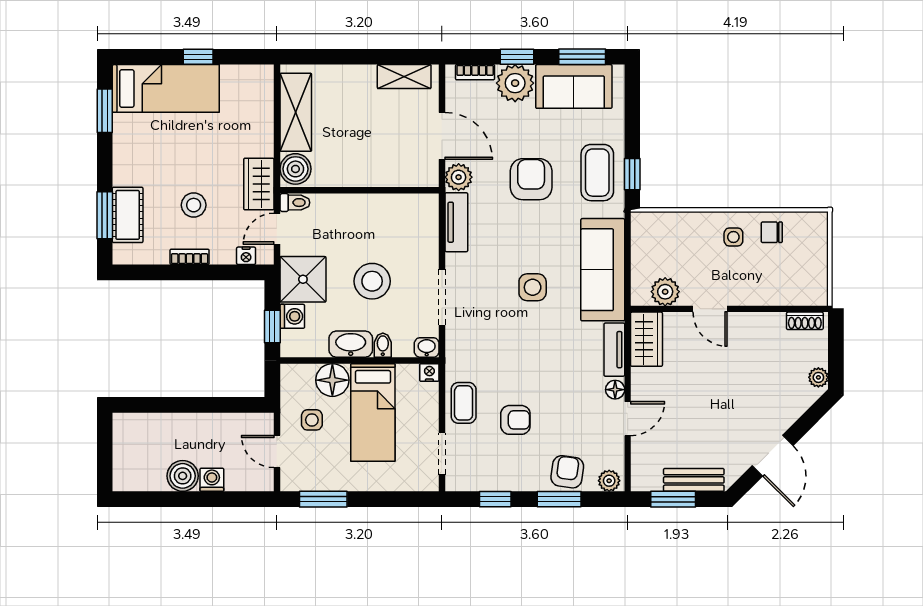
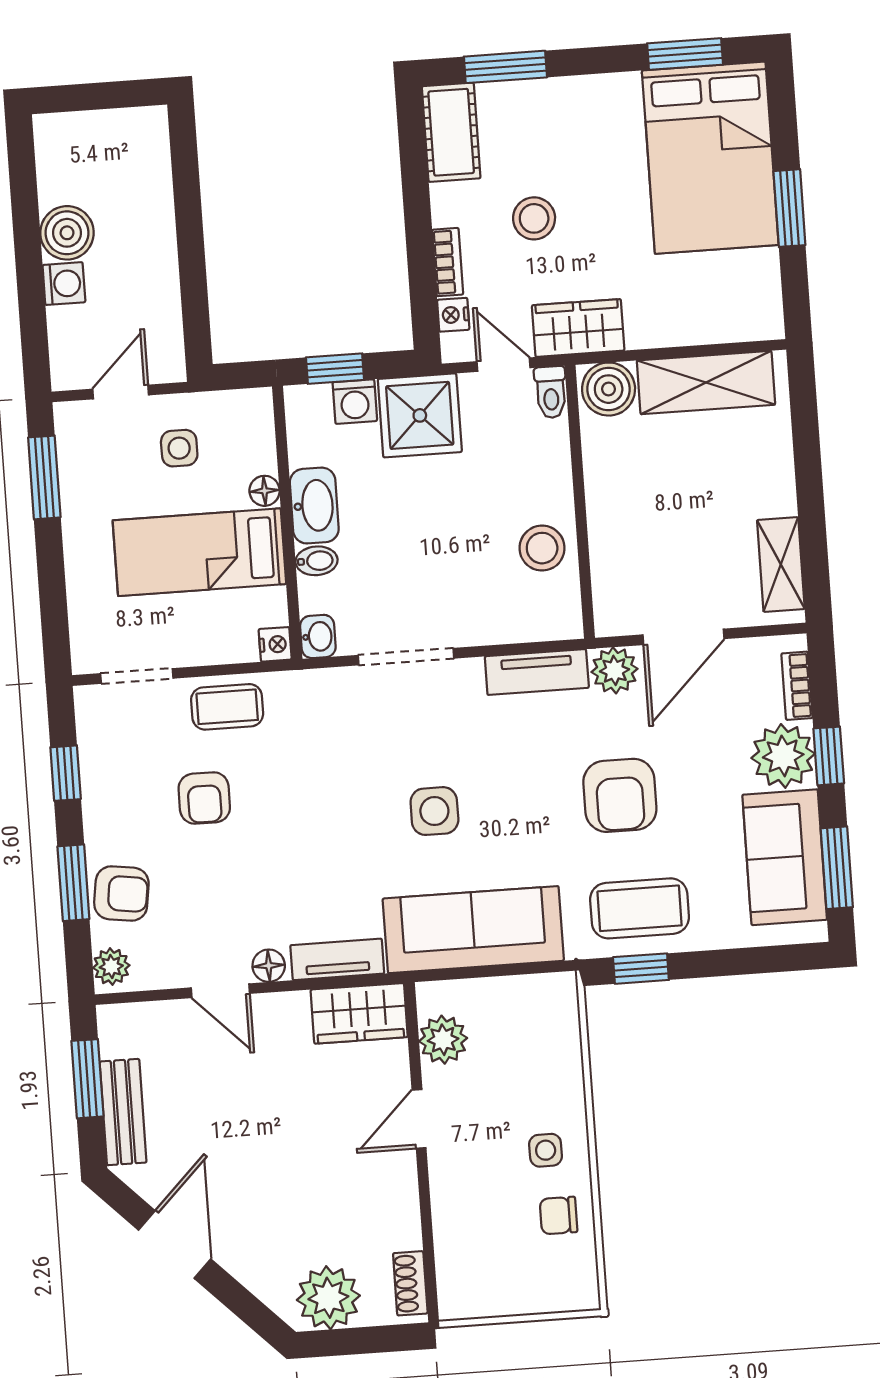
window: (198, 57) -> (789, 208), width x1.50
bed: (166, 88) -> (710, 158), width x1.50
armchair: (531, 179) -> (620, 795), turned 90
cot: (128, 215) -> (451, 132), moved, turned 90
chair: (772, 232) -> (558, 1216), turned -90
bookcase: (190, 257) -> (448, 262), moved
stool: (372, 281) -> (542, 548), moved, width x0.73, depth x0.73
plant: (818, 377) -> (328, 1298), width x1.88, depth x1.88
floor lamp: (332, 380) -> (265, 491), width x0.53, depth x0.53
door: (773, 456) -> (175, 1244), swing flipped

